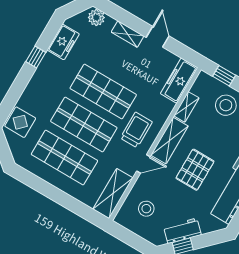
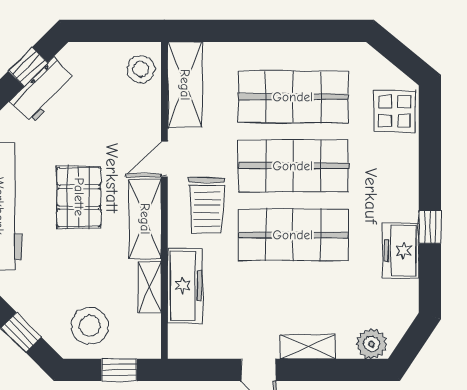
freezer: (63, 42) -> (401, 250), moved
freezer: (179, 81) -> (185, 286), moved
stool: (146, 209) -> (141, 69), moved

